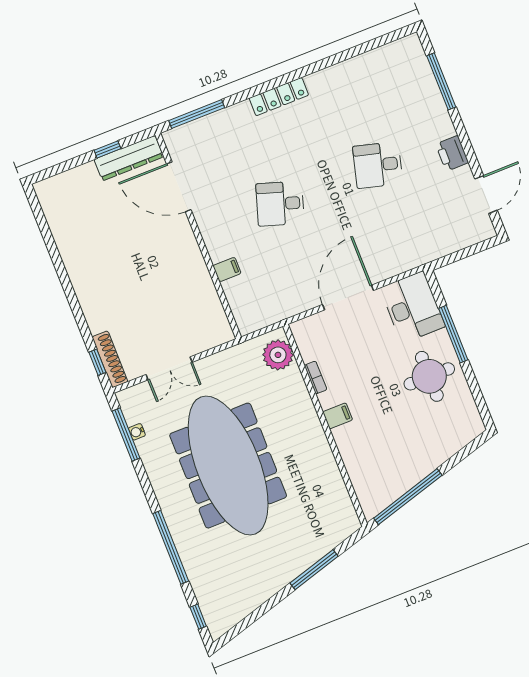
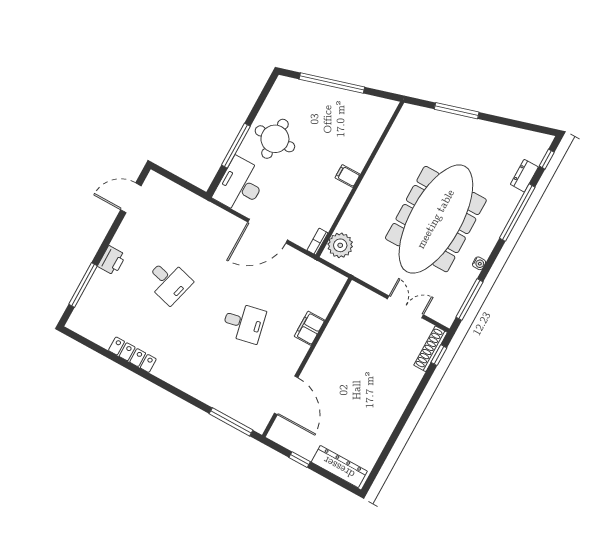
locker: (279, 97) -> (132, 355), moved
printer: (452, 153) -> (112, 261), moved
dresser: (129, 158) -> (339, 467), moved
desk: (280, 204) -> (244, 323), turned -30
filing cabinet: (227, 270) -> (310, 328), width x2.00
bookcase: (316, 377) -> (317, 242), moved
water cooler: (137, 432) -> (479, 263), moved
window: (408, 497) -> (332, 83), moved
dresser: (200, 583) -> (524, 176), added

